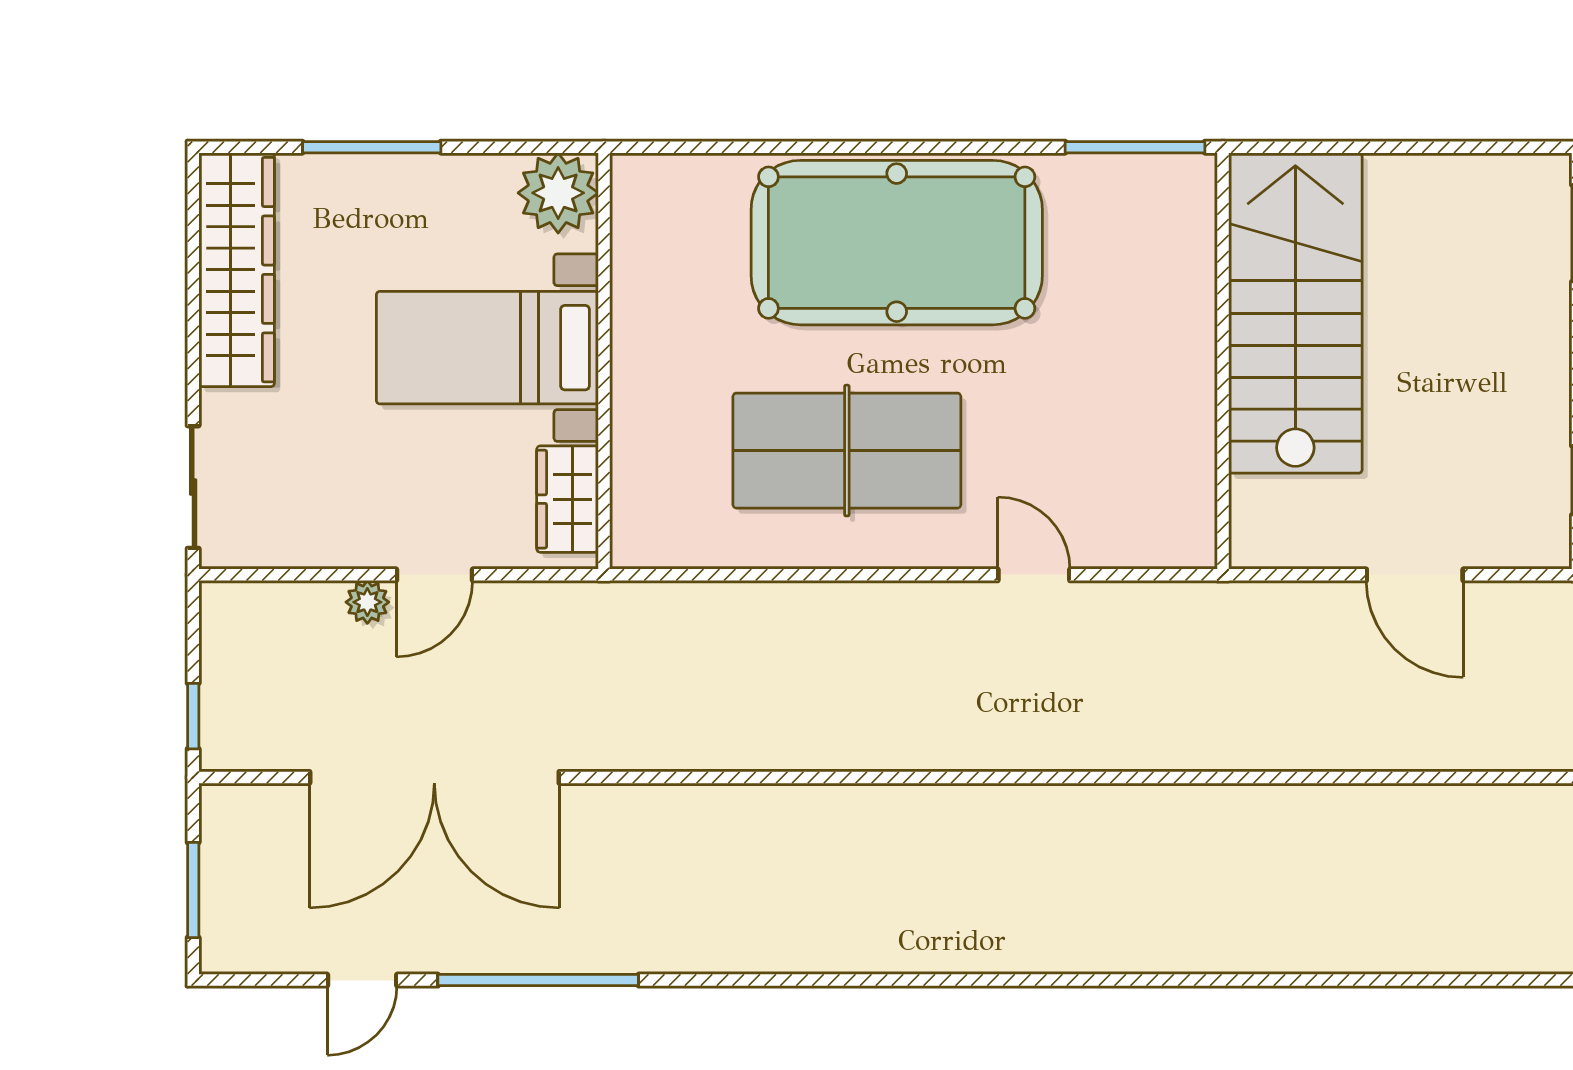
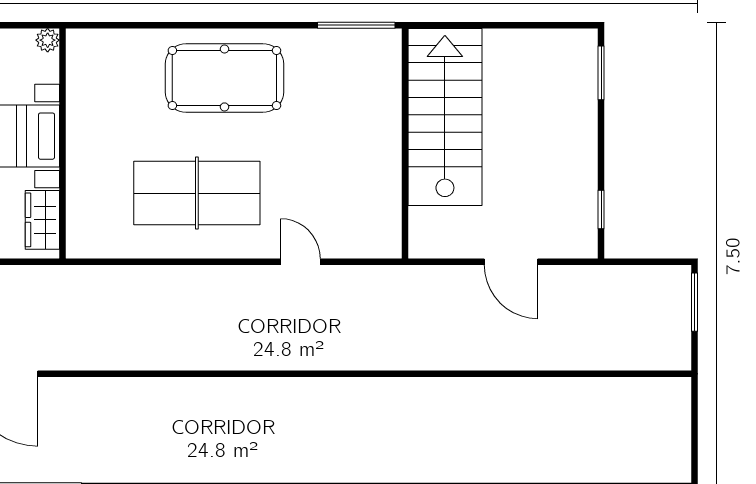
plant: (558, 193) -> (48, 40), width x0.53, depth x0.53
pool table: (897, 243) -> (224, 78), width x0.73, depth x0.76

